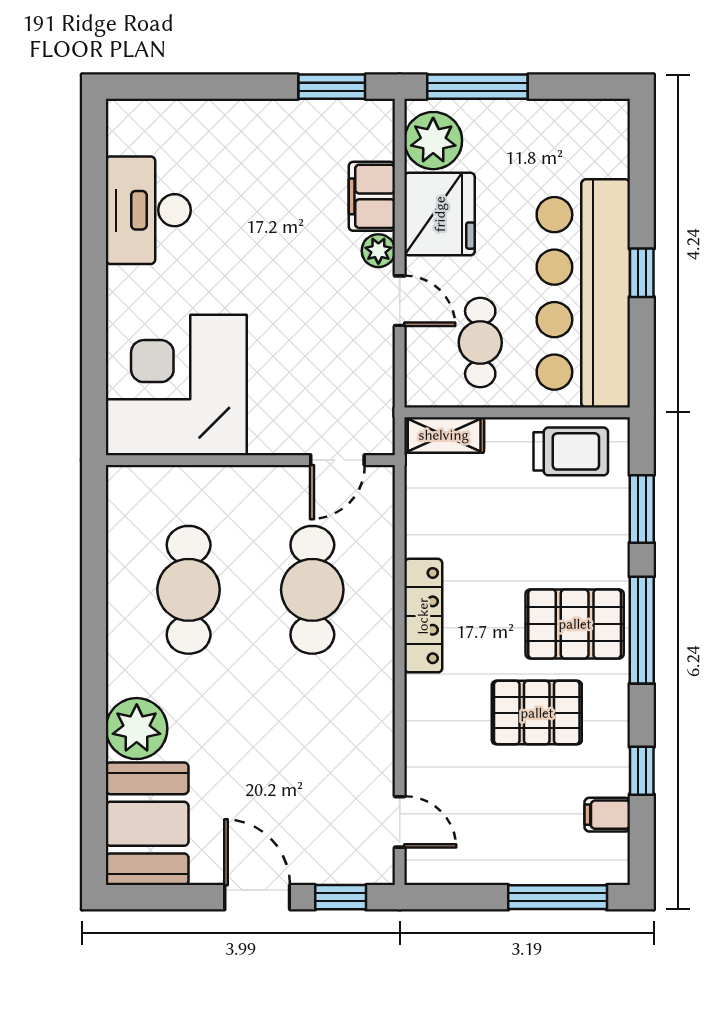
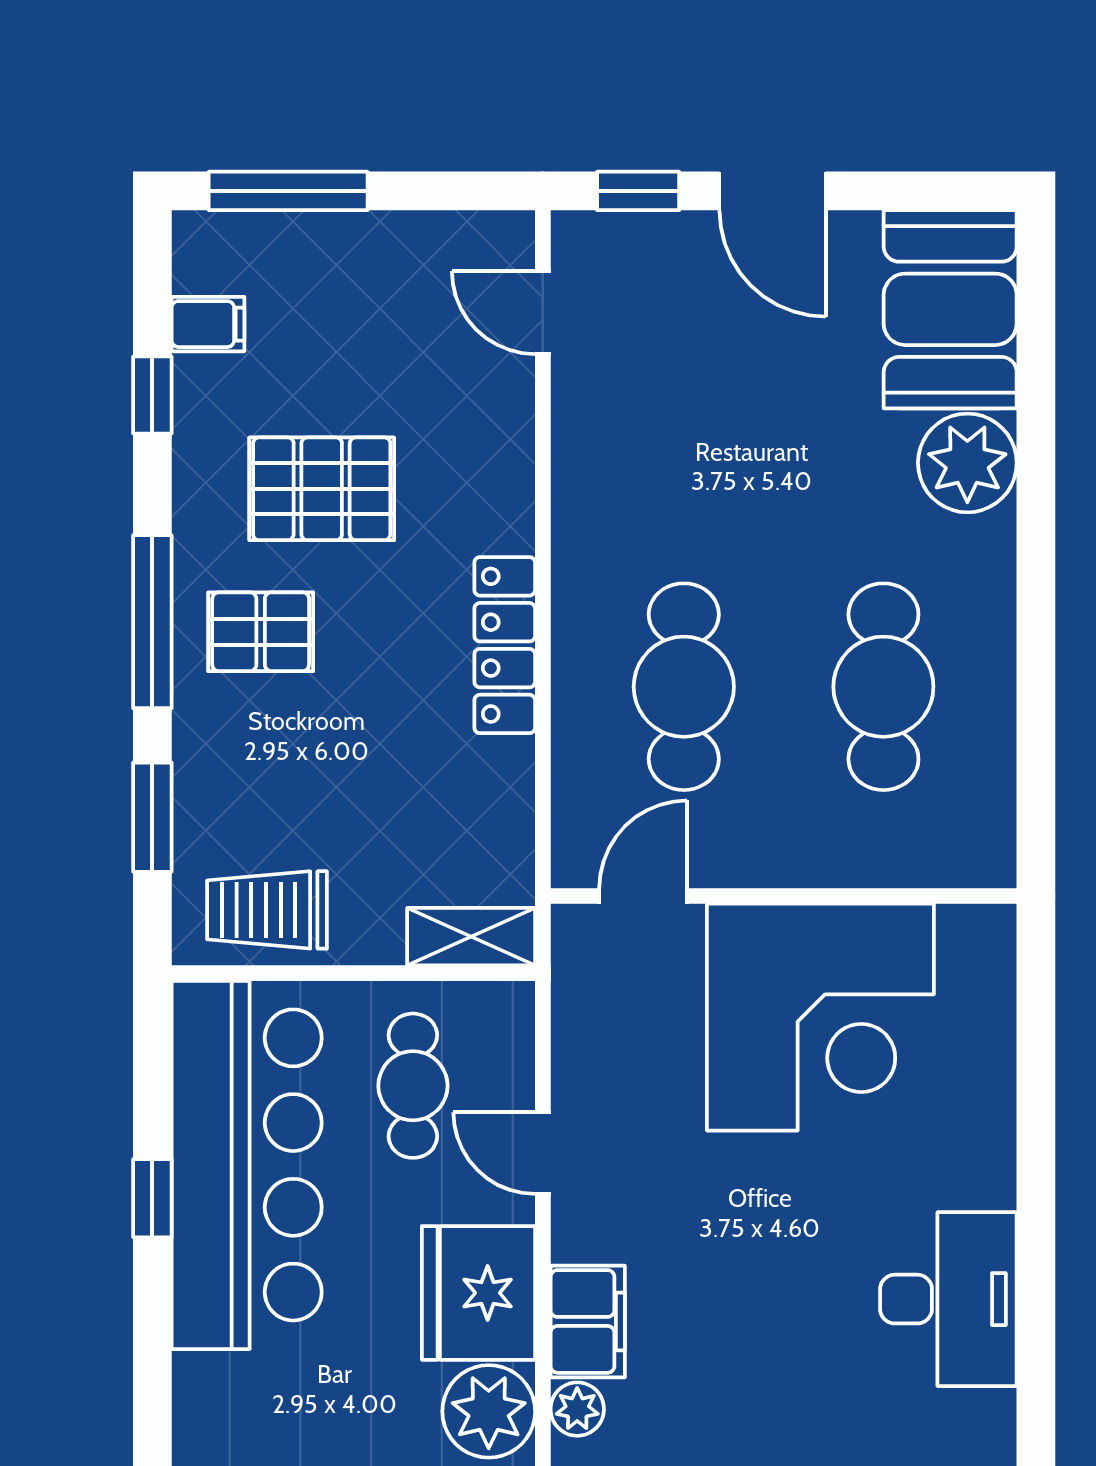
plant: (378, 251) -> (577, 1409), moved
corner desk: (176, 385) -> (820, 1017), moved
pallet: (575, 624) -> (261, 632), width x0.67, depth x0.71

